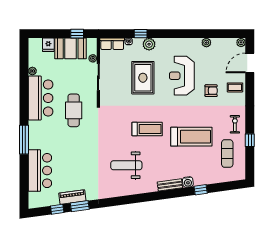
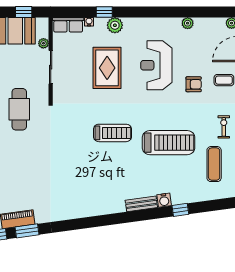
weight bench: (126, 165) -> (86, 179), removed

